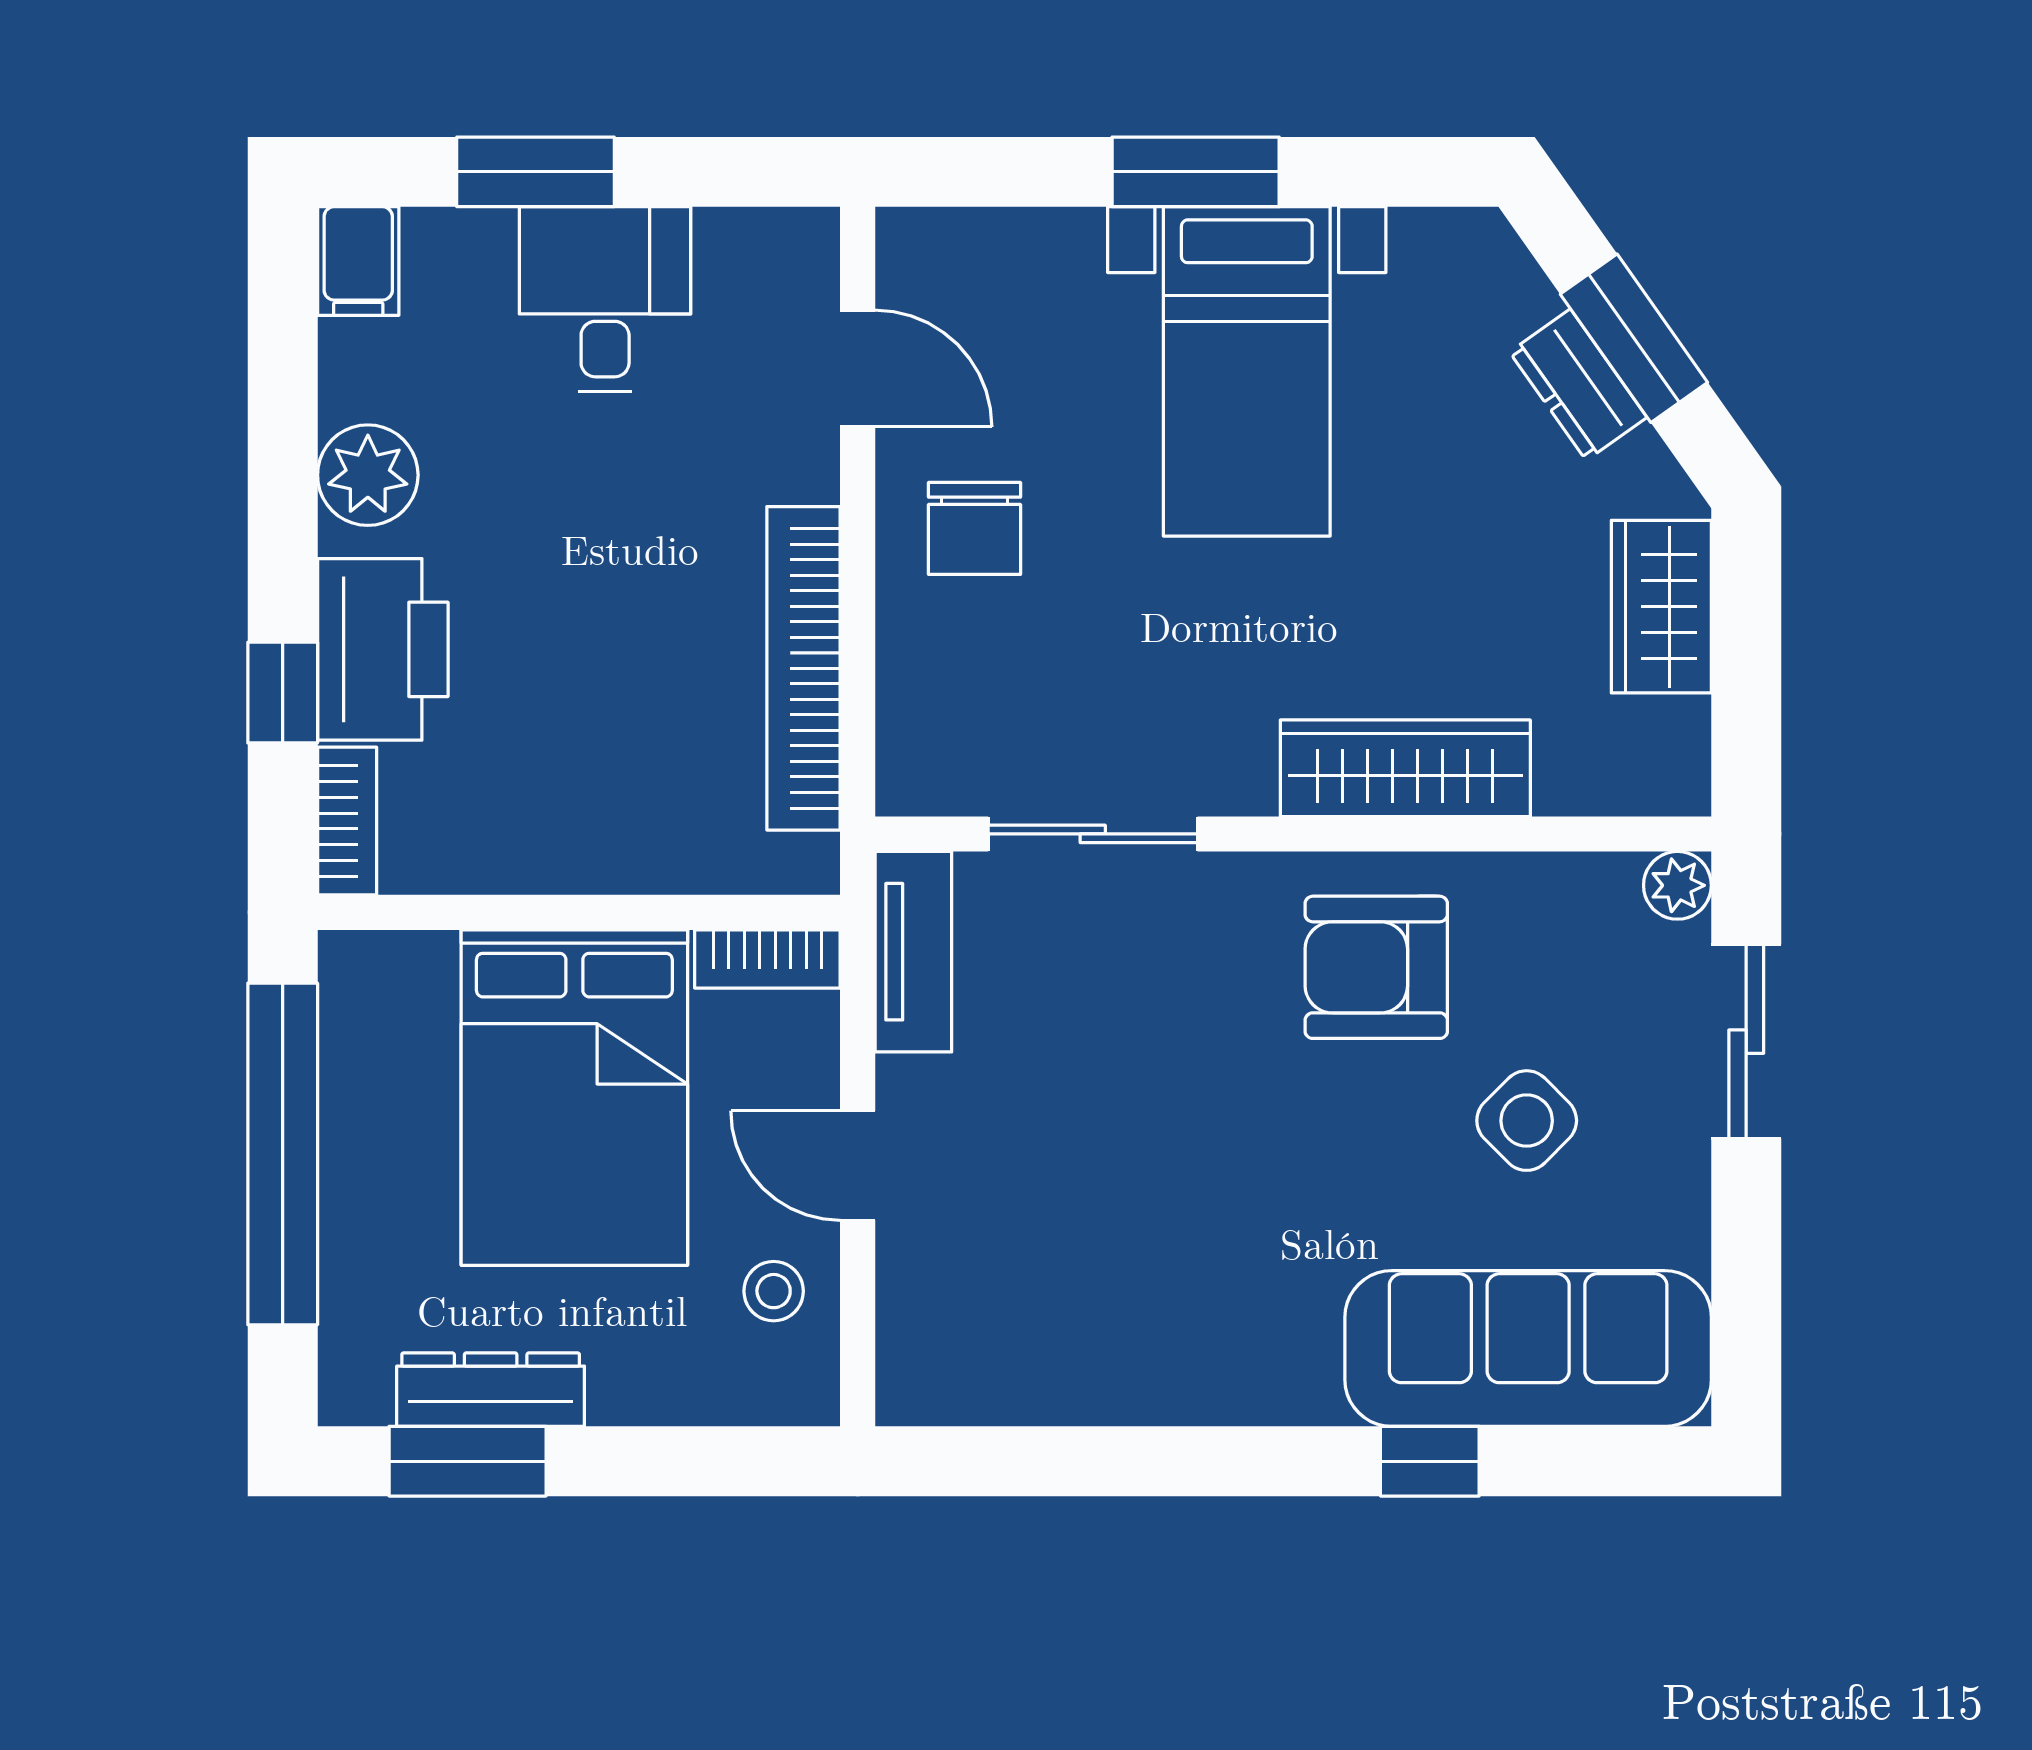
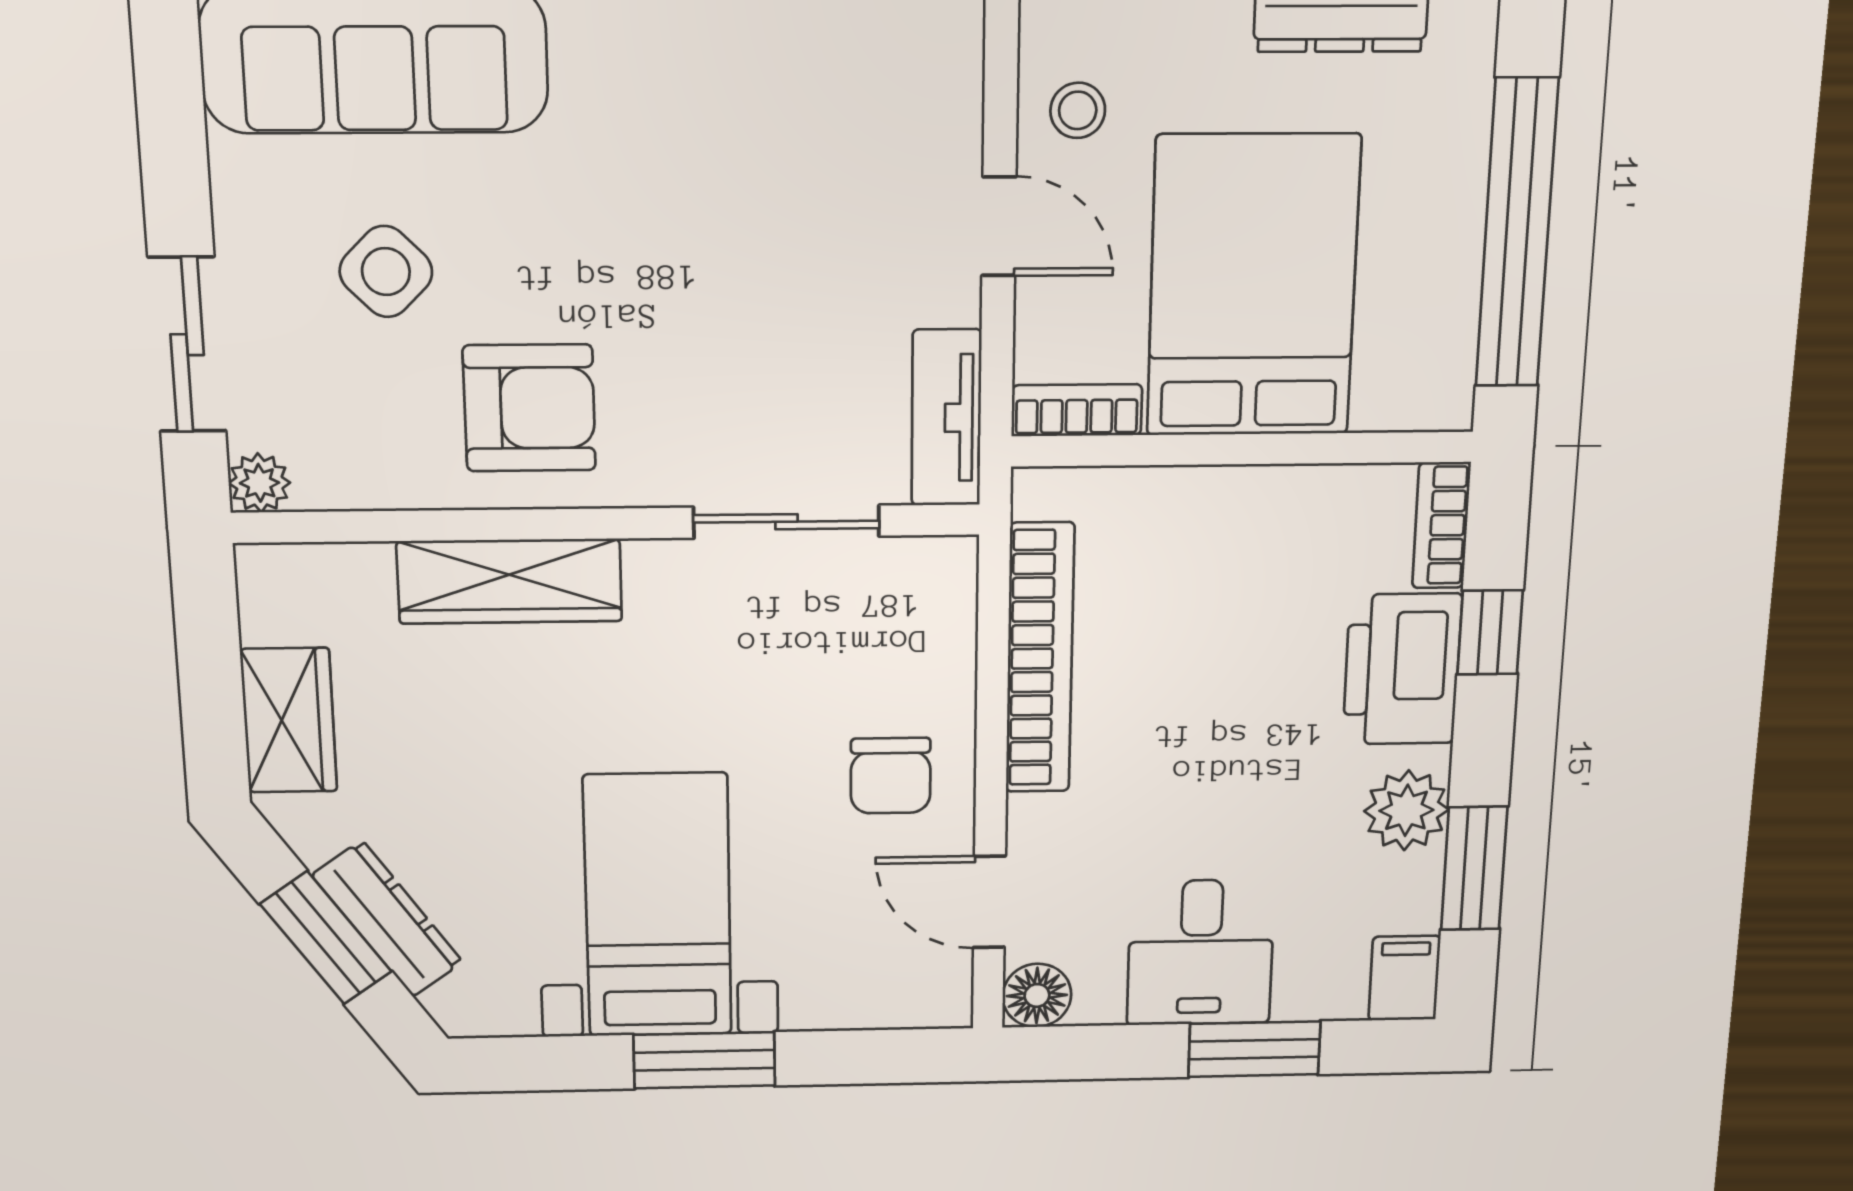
floor lamp: (799, 248) -> (1037, 995), added
dresser: (1578, 385) -> (387, 919), width x1.44
window: (283, 400) -> (1474, 868), added
chair: (974, 528) -> (891, 776), turned 180

